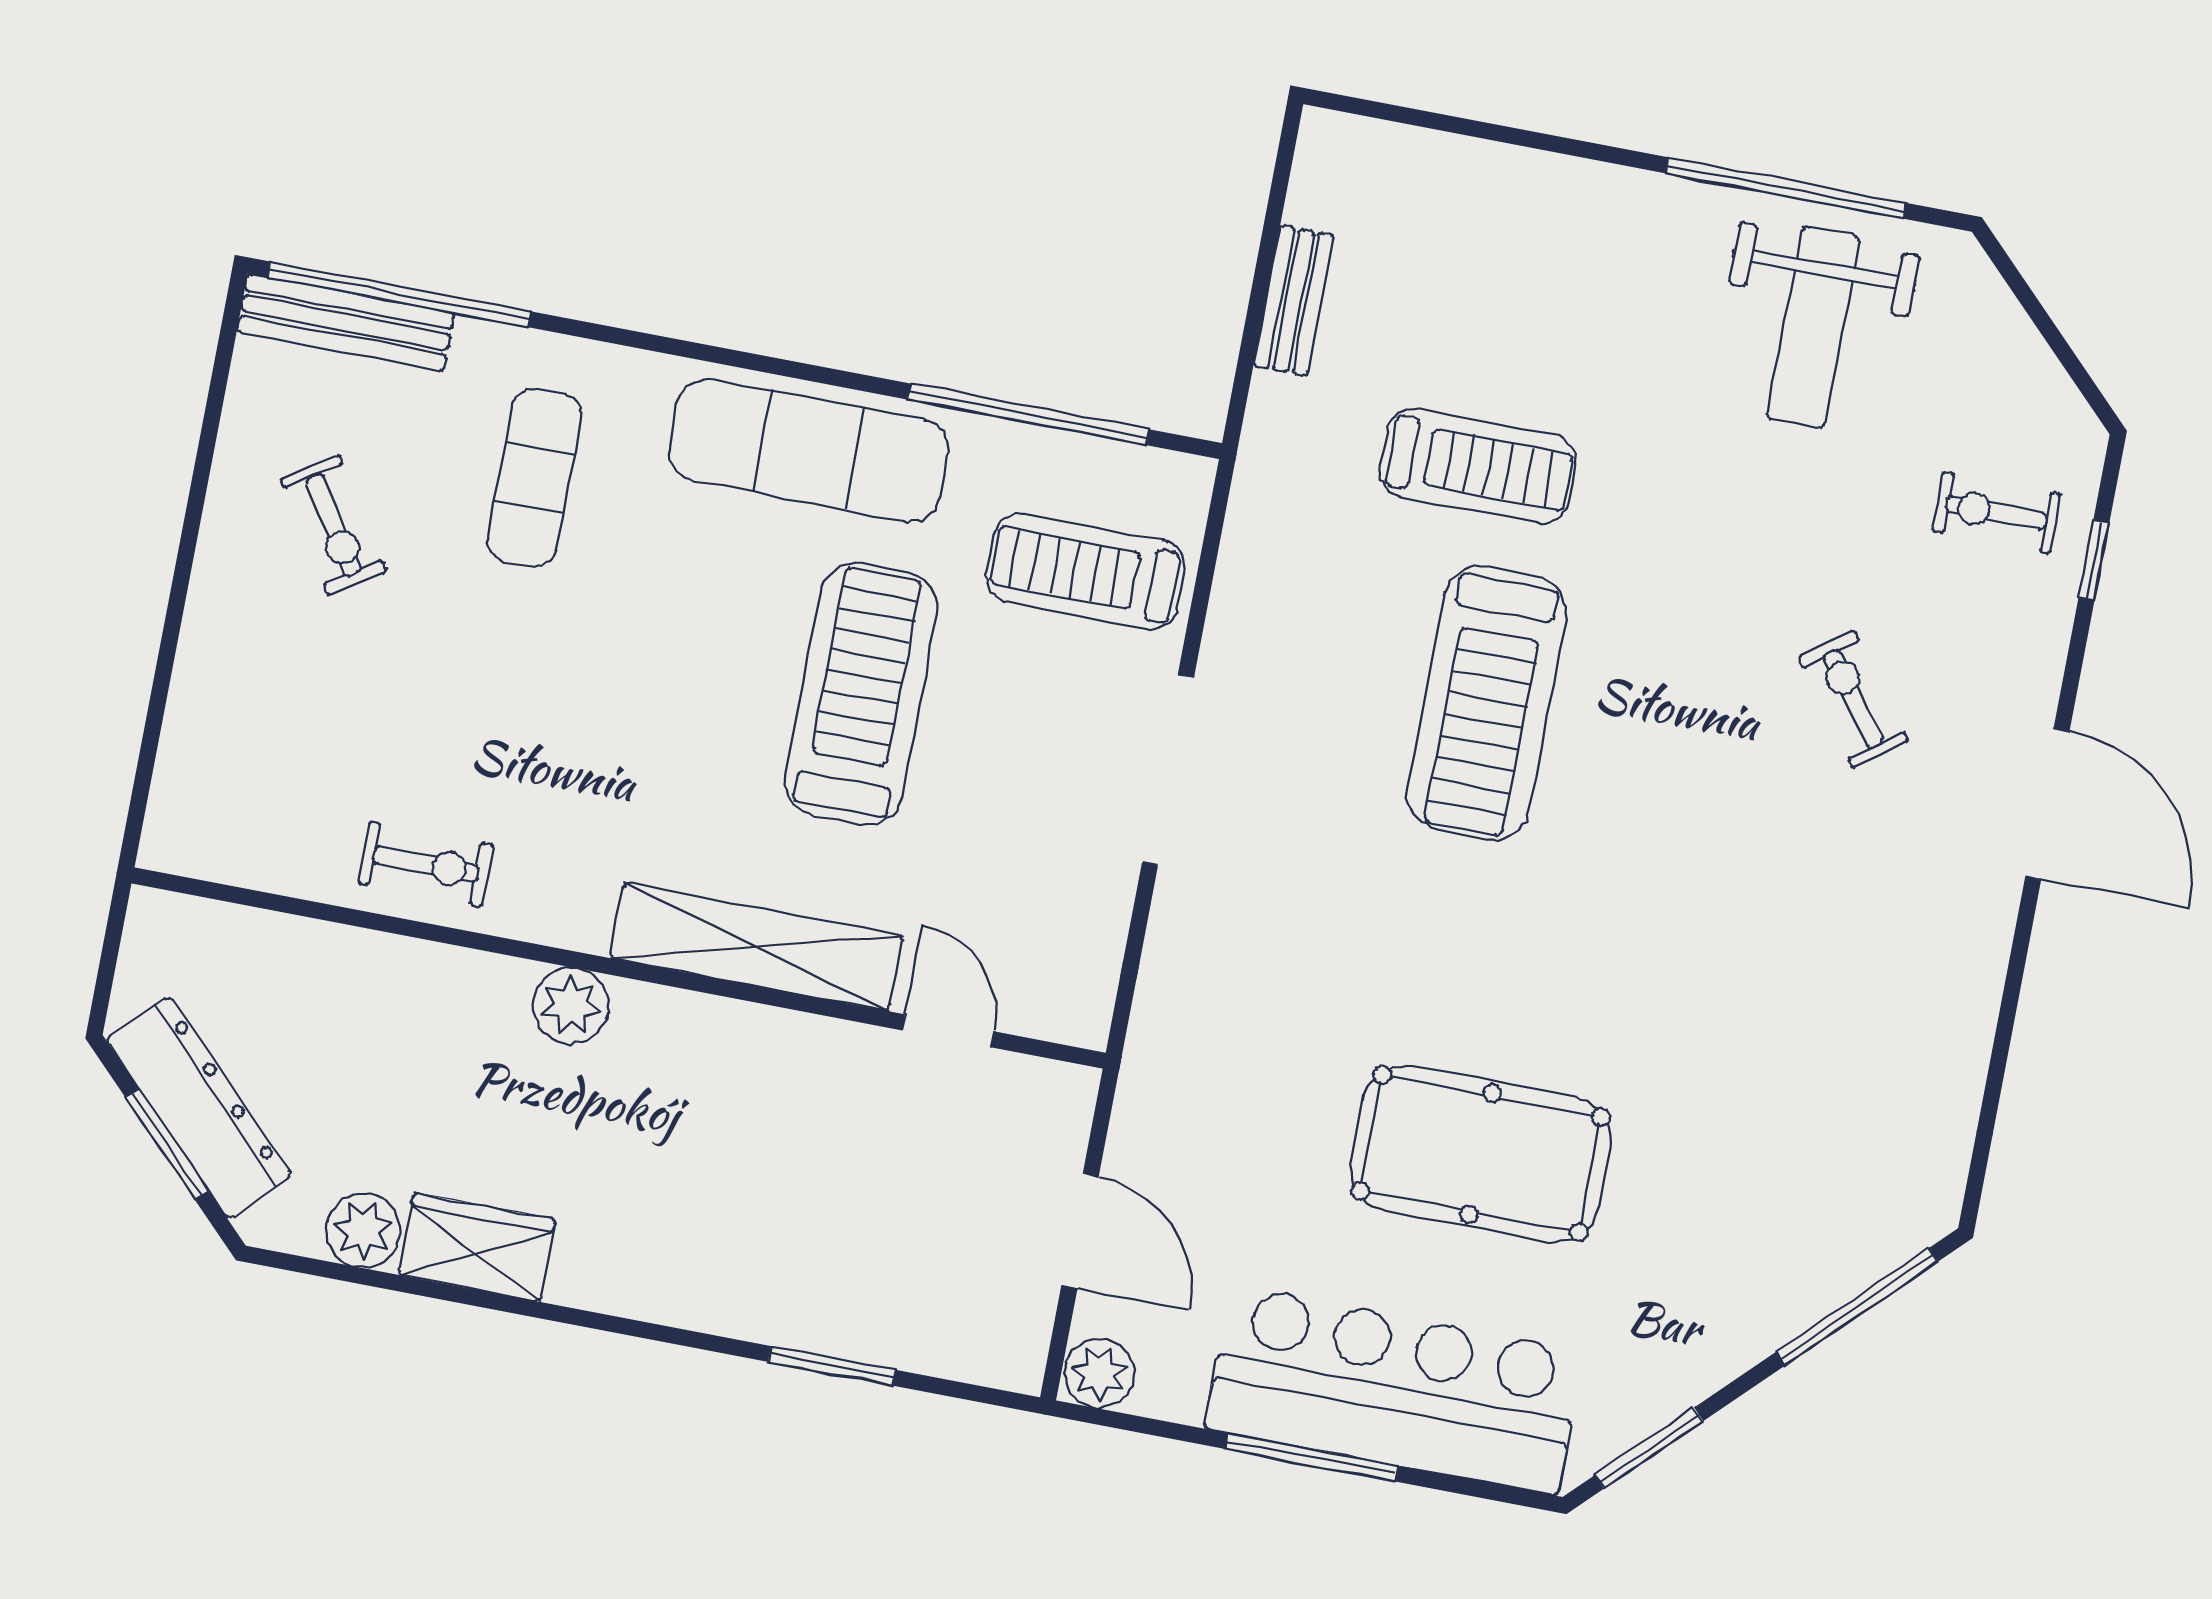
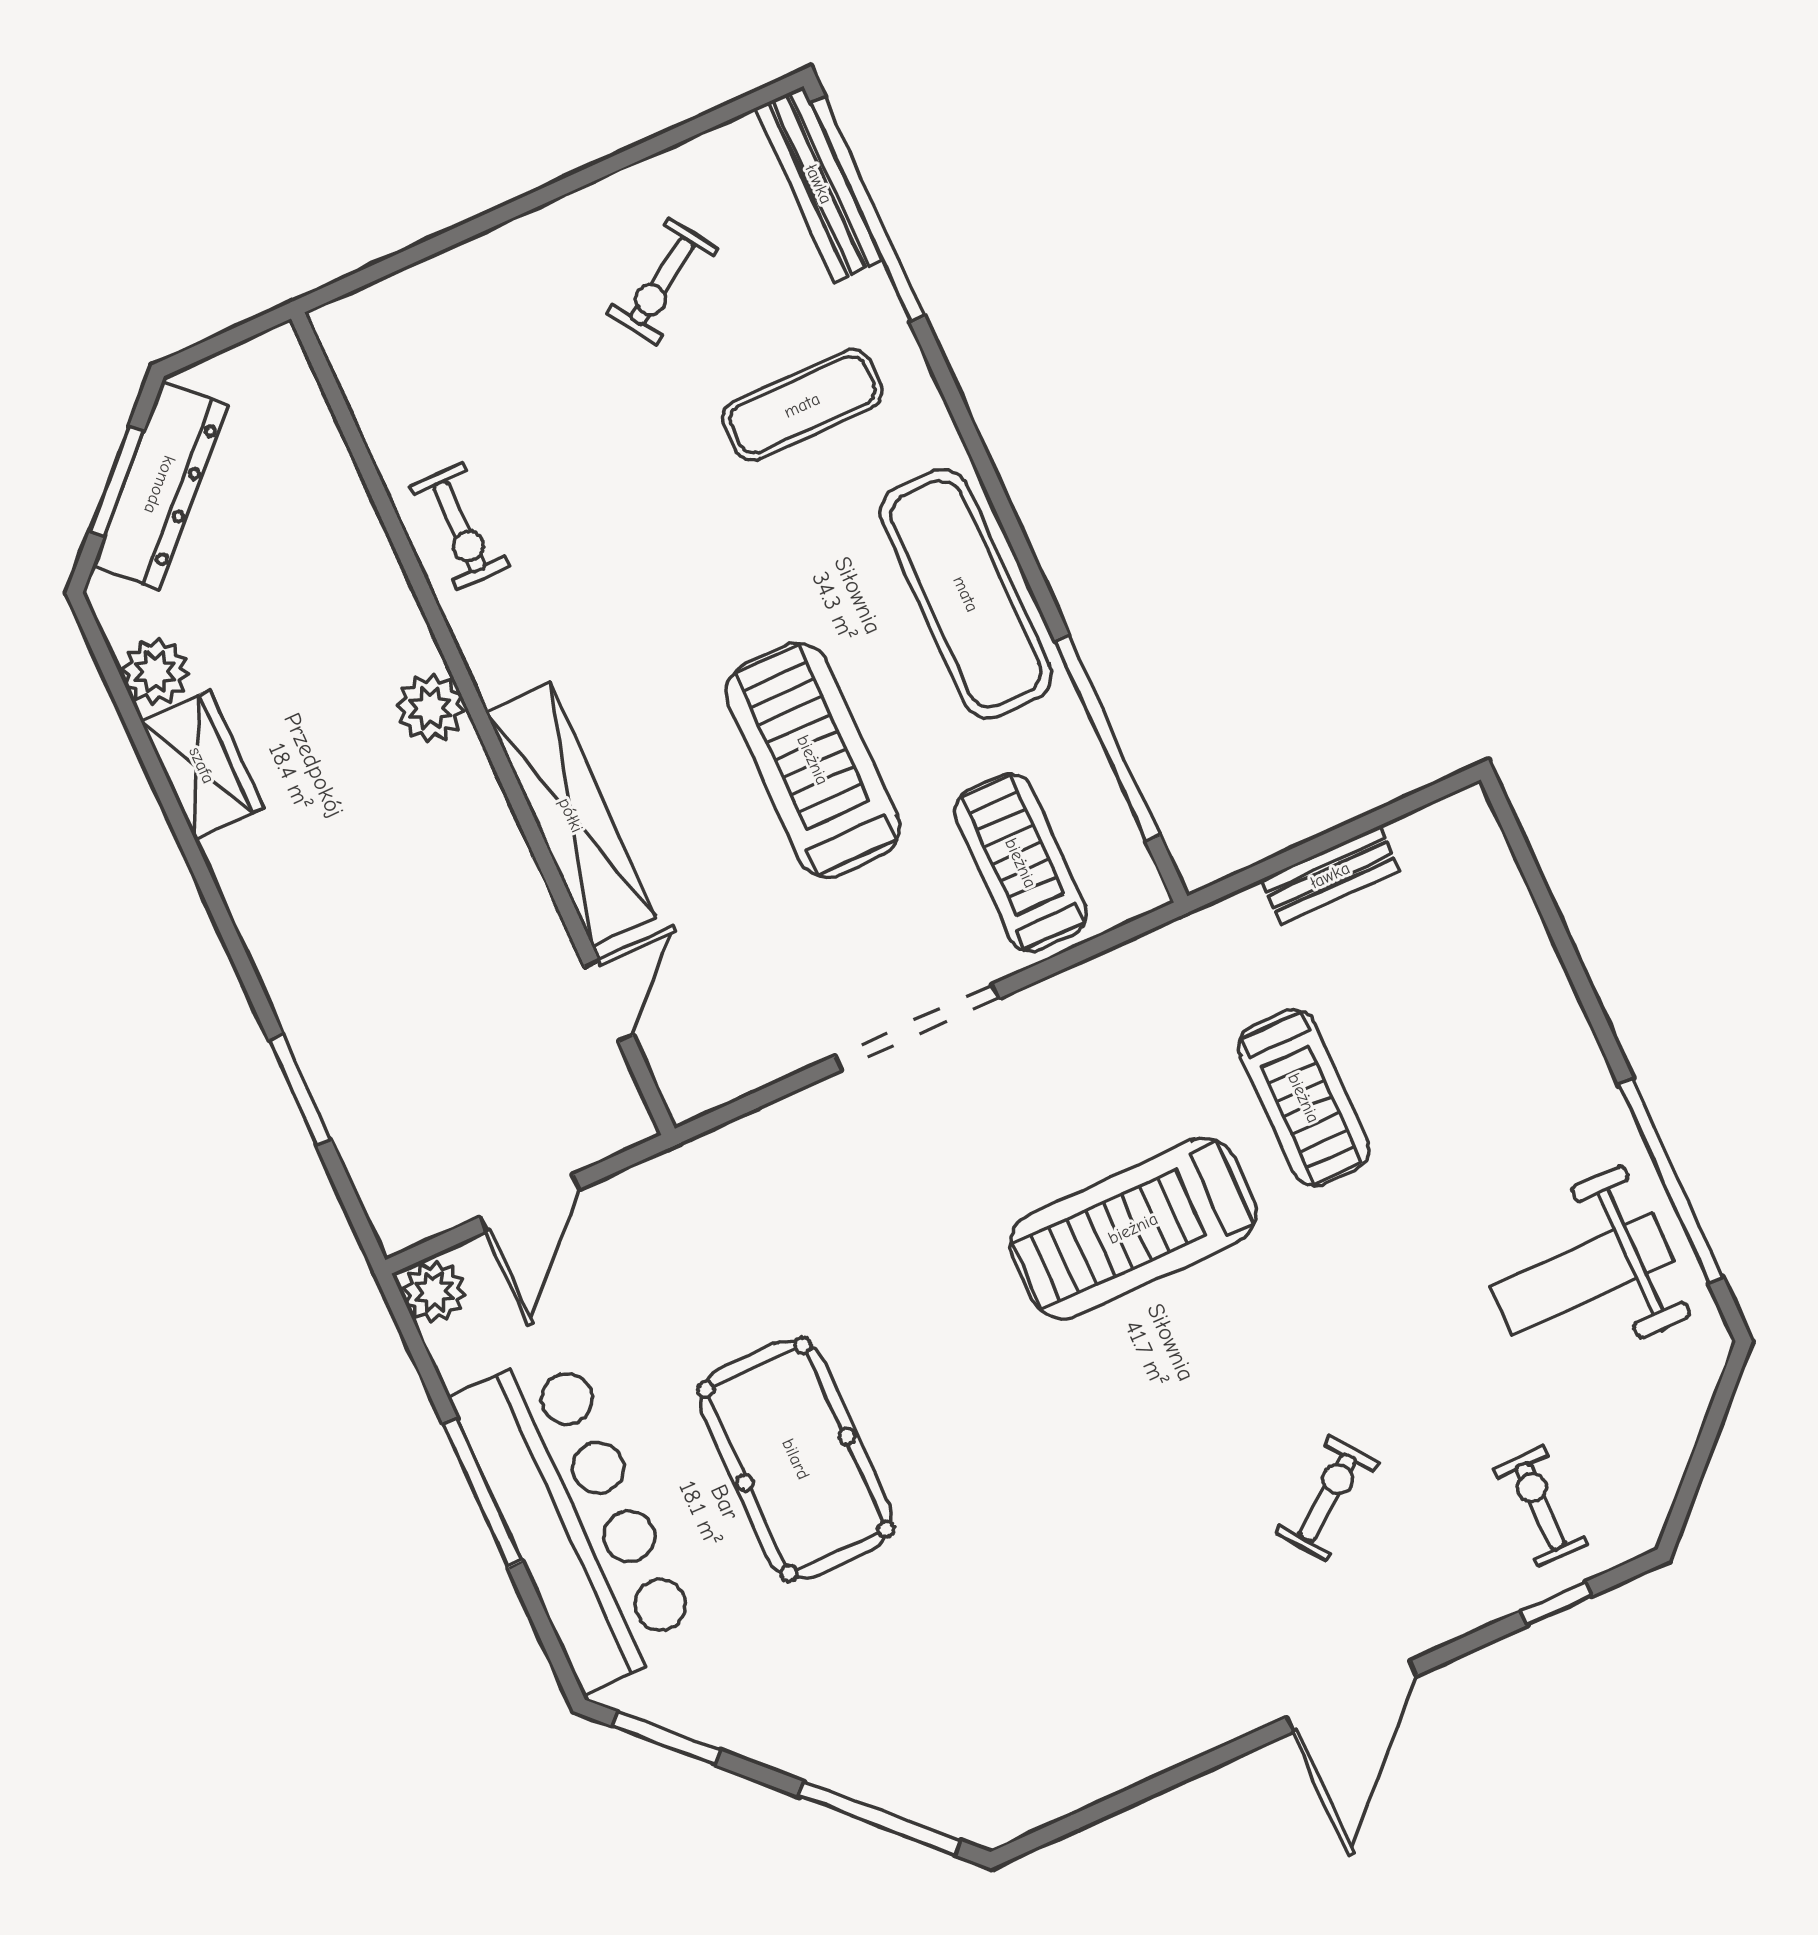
treadmill: (861, 694) -> (813, 760), turned -90

